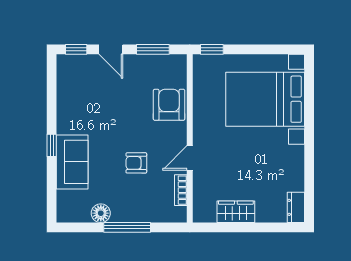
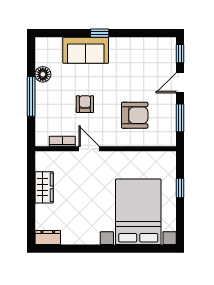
window: (212, 49) -> (180, 188), moved
armchair: (169, 105) -> (135, 115), moved

